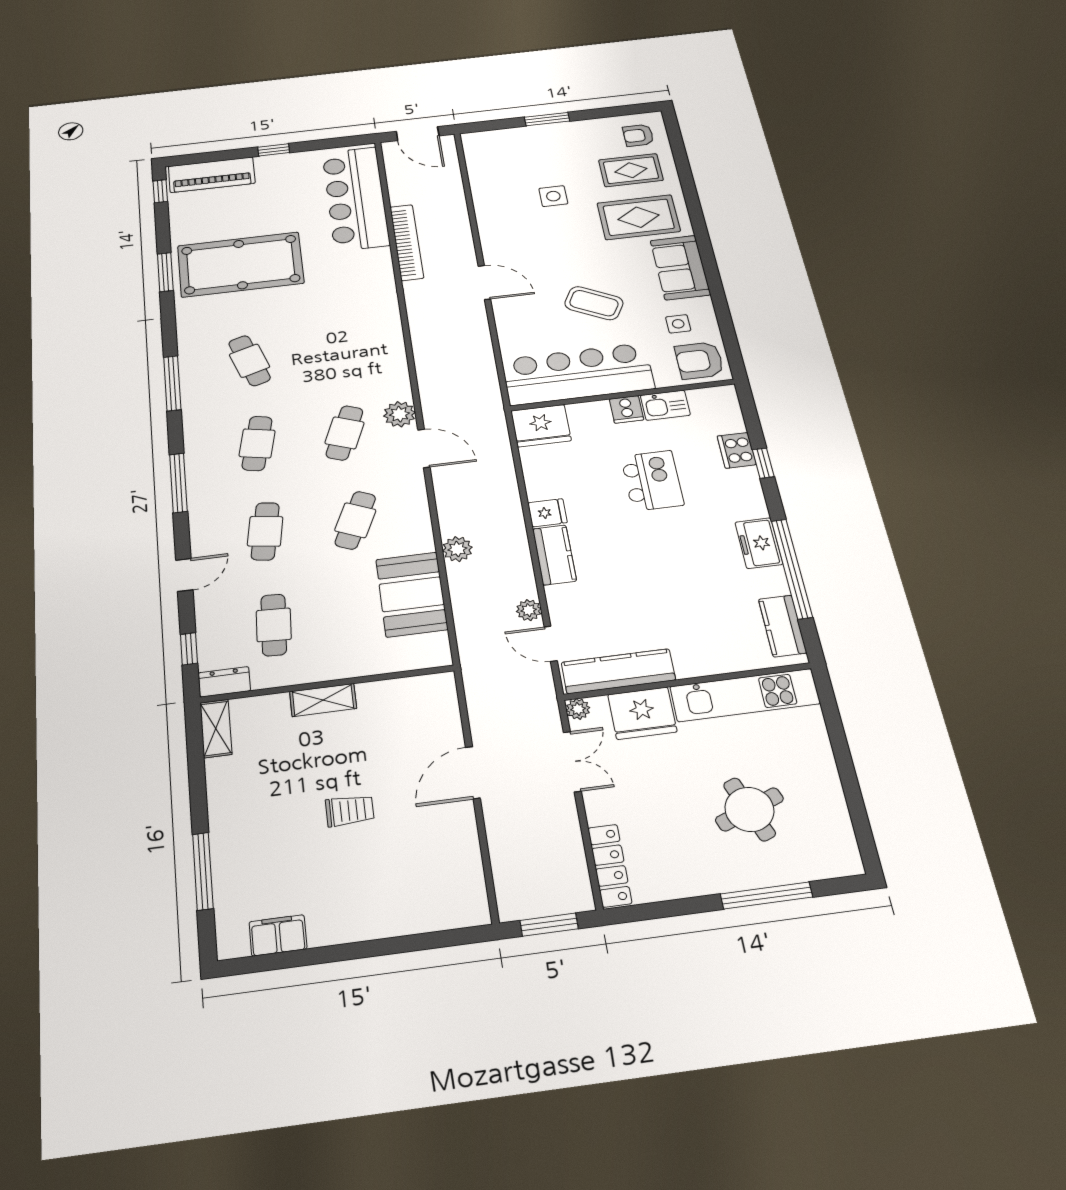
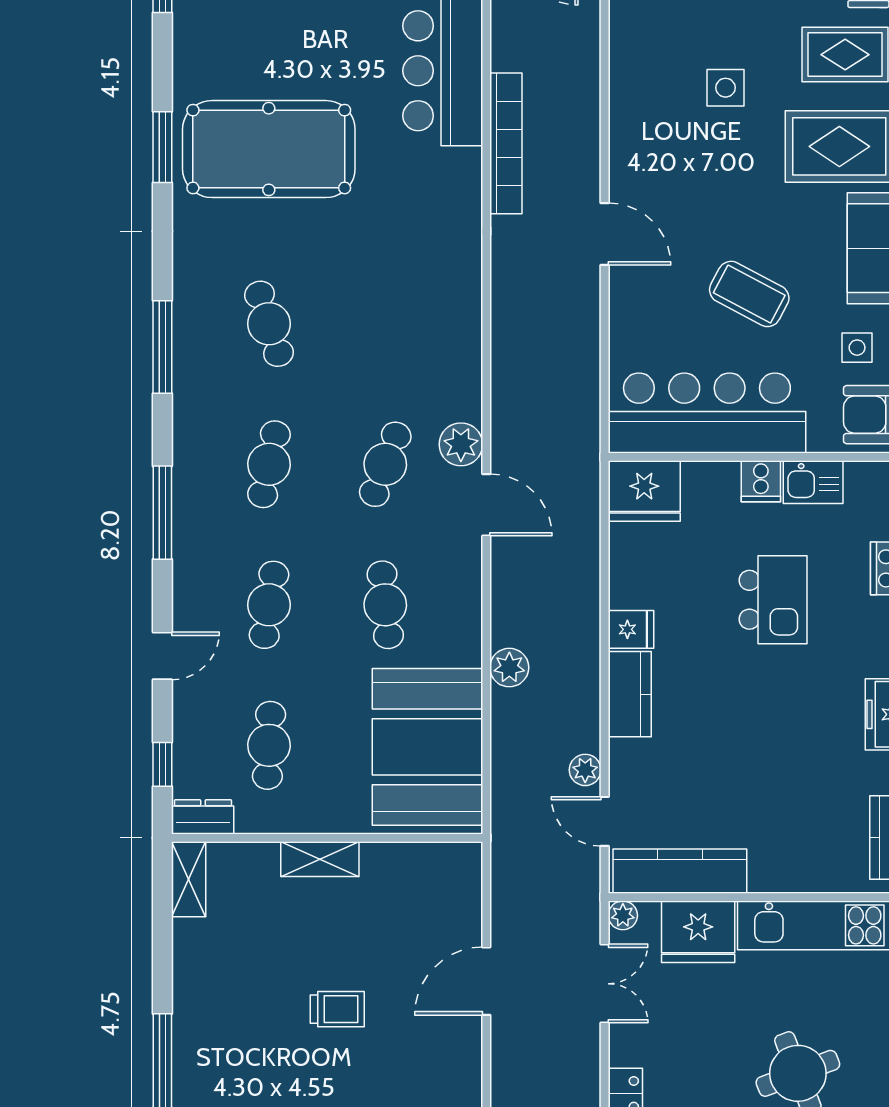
cafe table: (355, 520) -> (385, 605), turned -30
booth: (412, 594) -> (427, 747), width x1.36, depth x1.42

